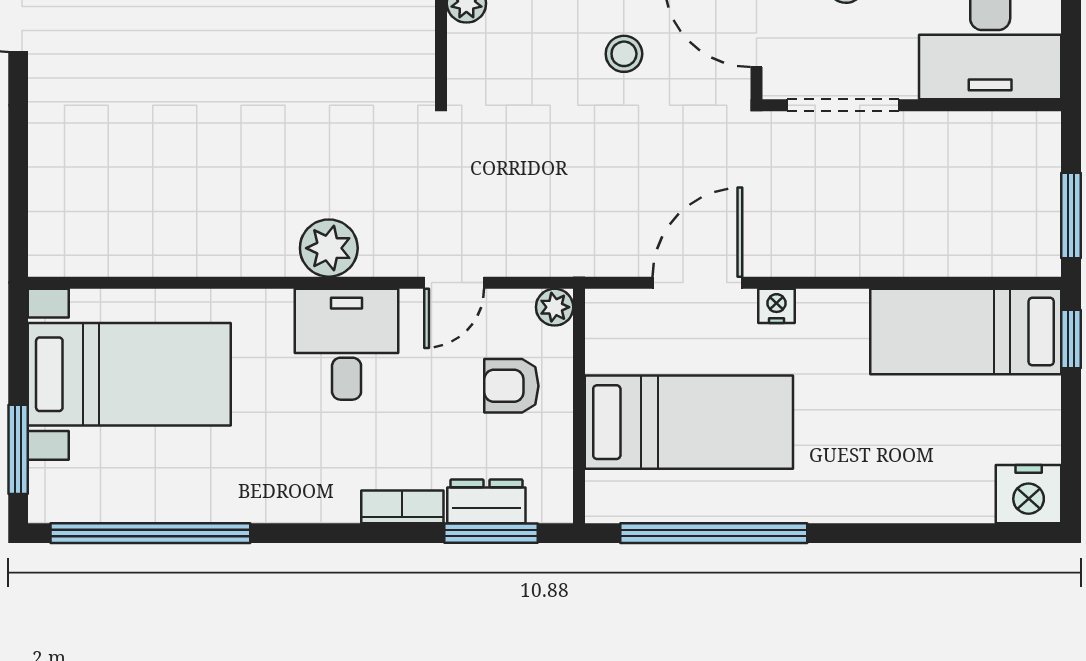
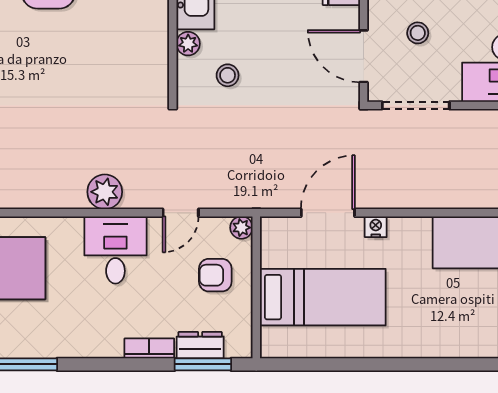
stool: (624, 54) -> (228, 75), moved
window: (714, 533) -> (338, 364), removed

